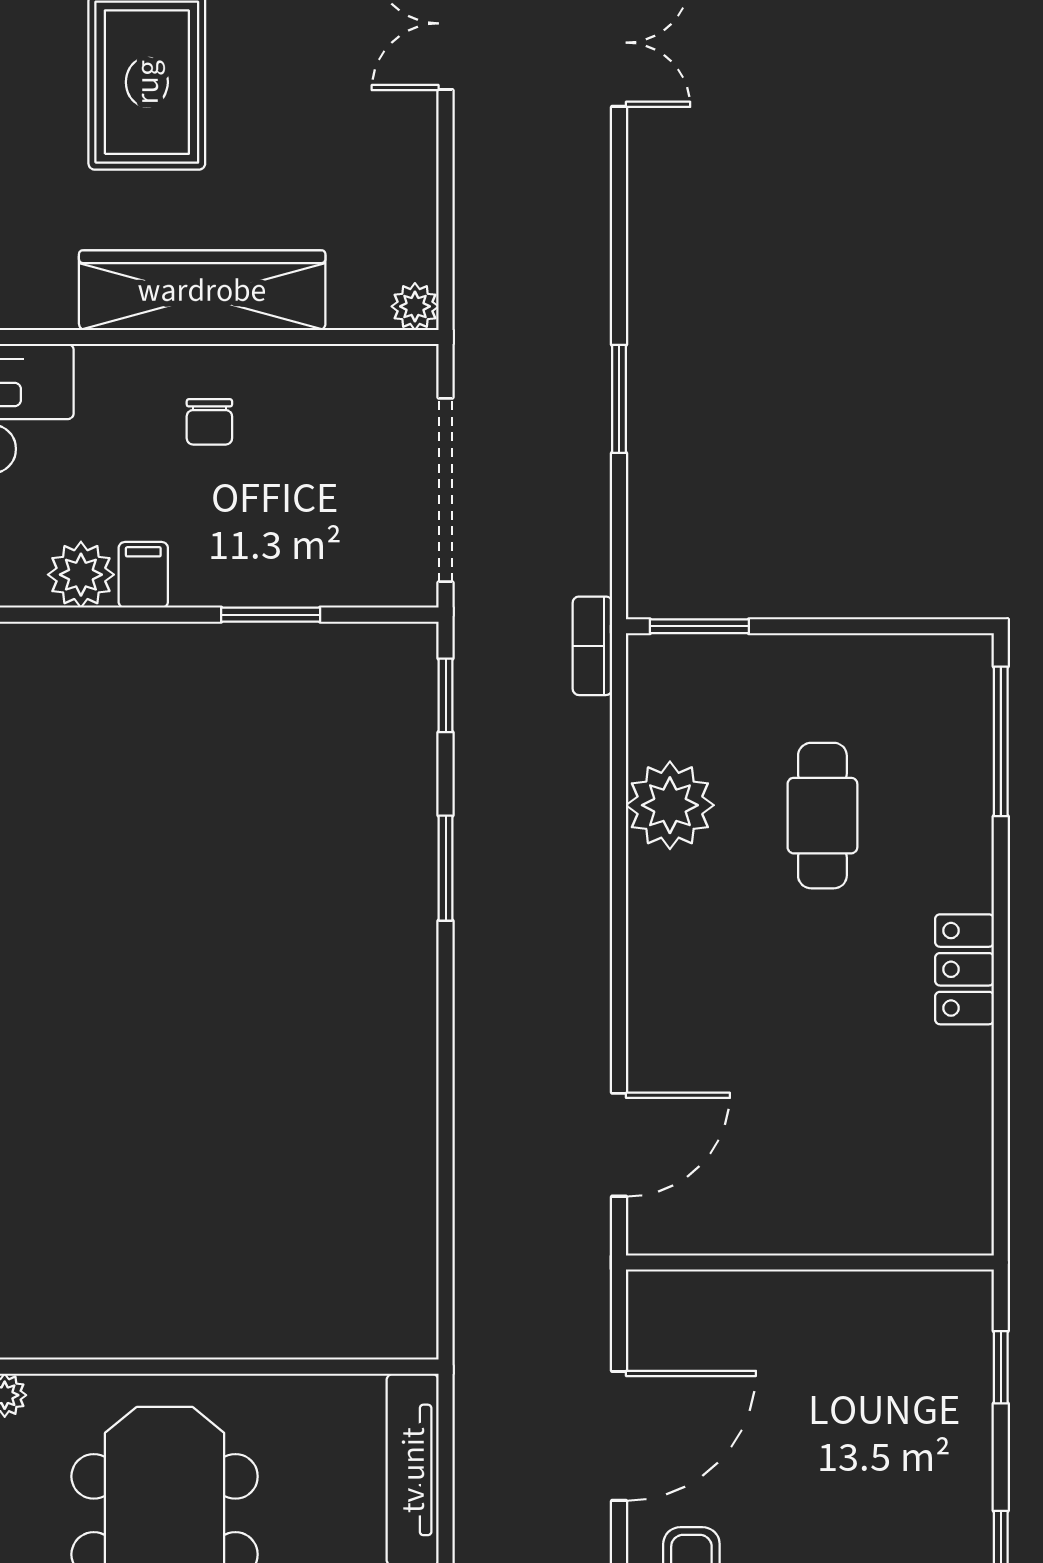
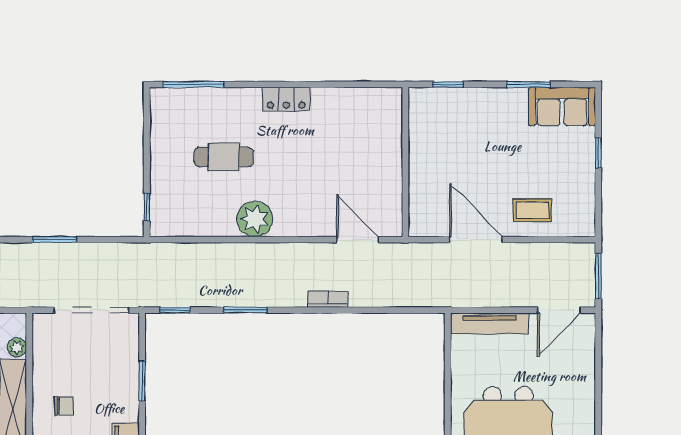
plant: (415, 306) -> (17, 347), moved
window: (699, 626) -> (147, 207), width x0.67
bookcase: (592, 646) -> (328, 299), moved, turned 180
plant: (670, 805) -> (255, 219), moved

